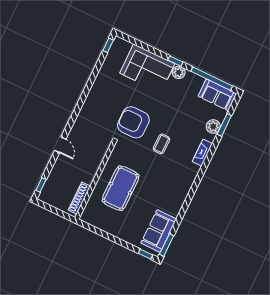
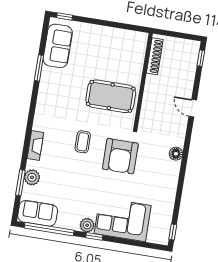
floor lamp: (86, 111) -> (176, 154), added
armchair: (133, 122) -> (120, 156), turned 90
pool table: (121, 188) -> (111, 96), moved, turned 90
window: (167, 245) -> (39, 68), moved

